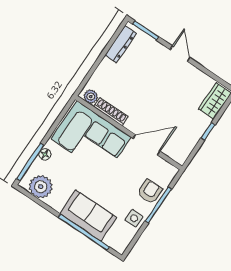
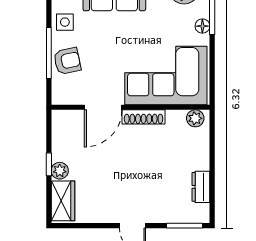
dresser: (121, 44) -> (201, 187), width x0.70
shoe rack: (111, 112) -> (144, 117), moved
plant: (204, 122) -> (60, 171), added
armchair: (150, 191) -> (67, 61), turned -102

